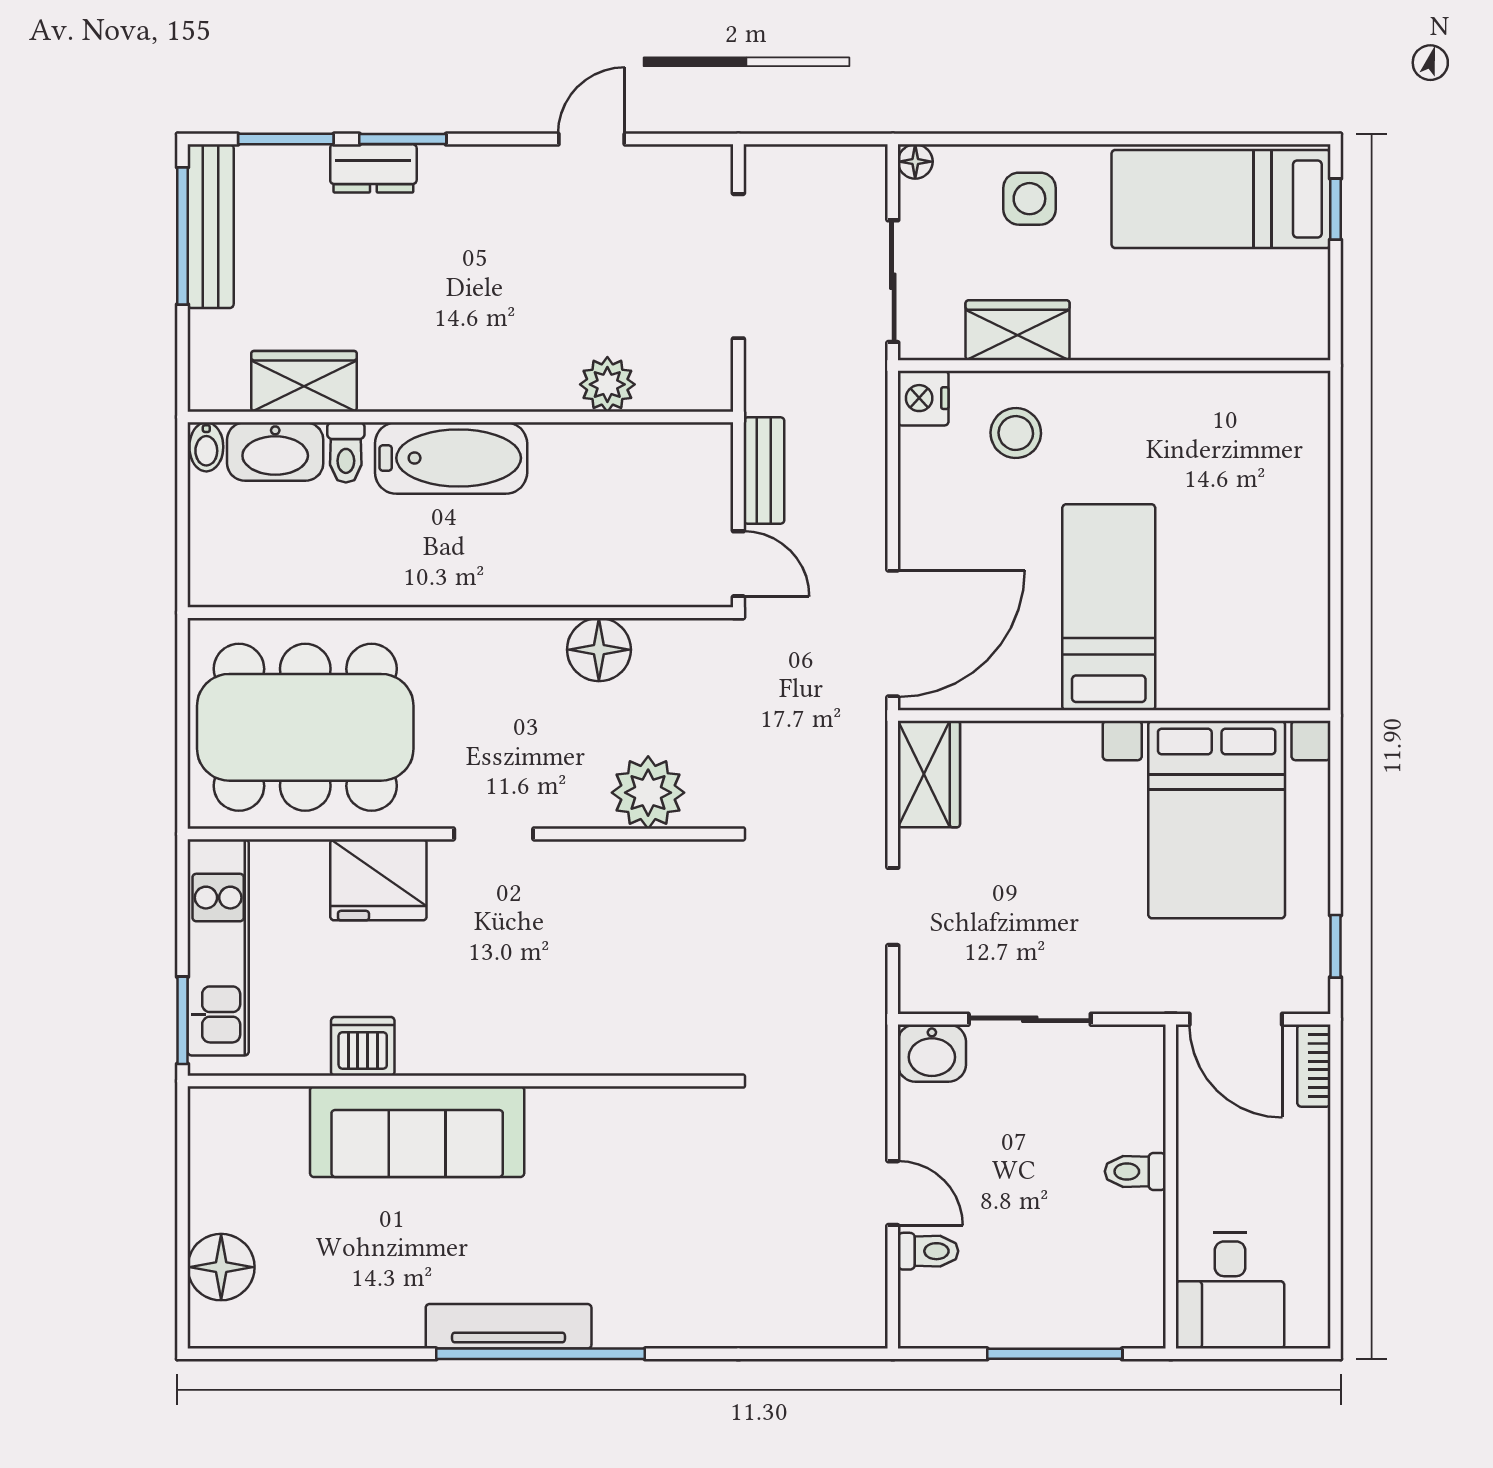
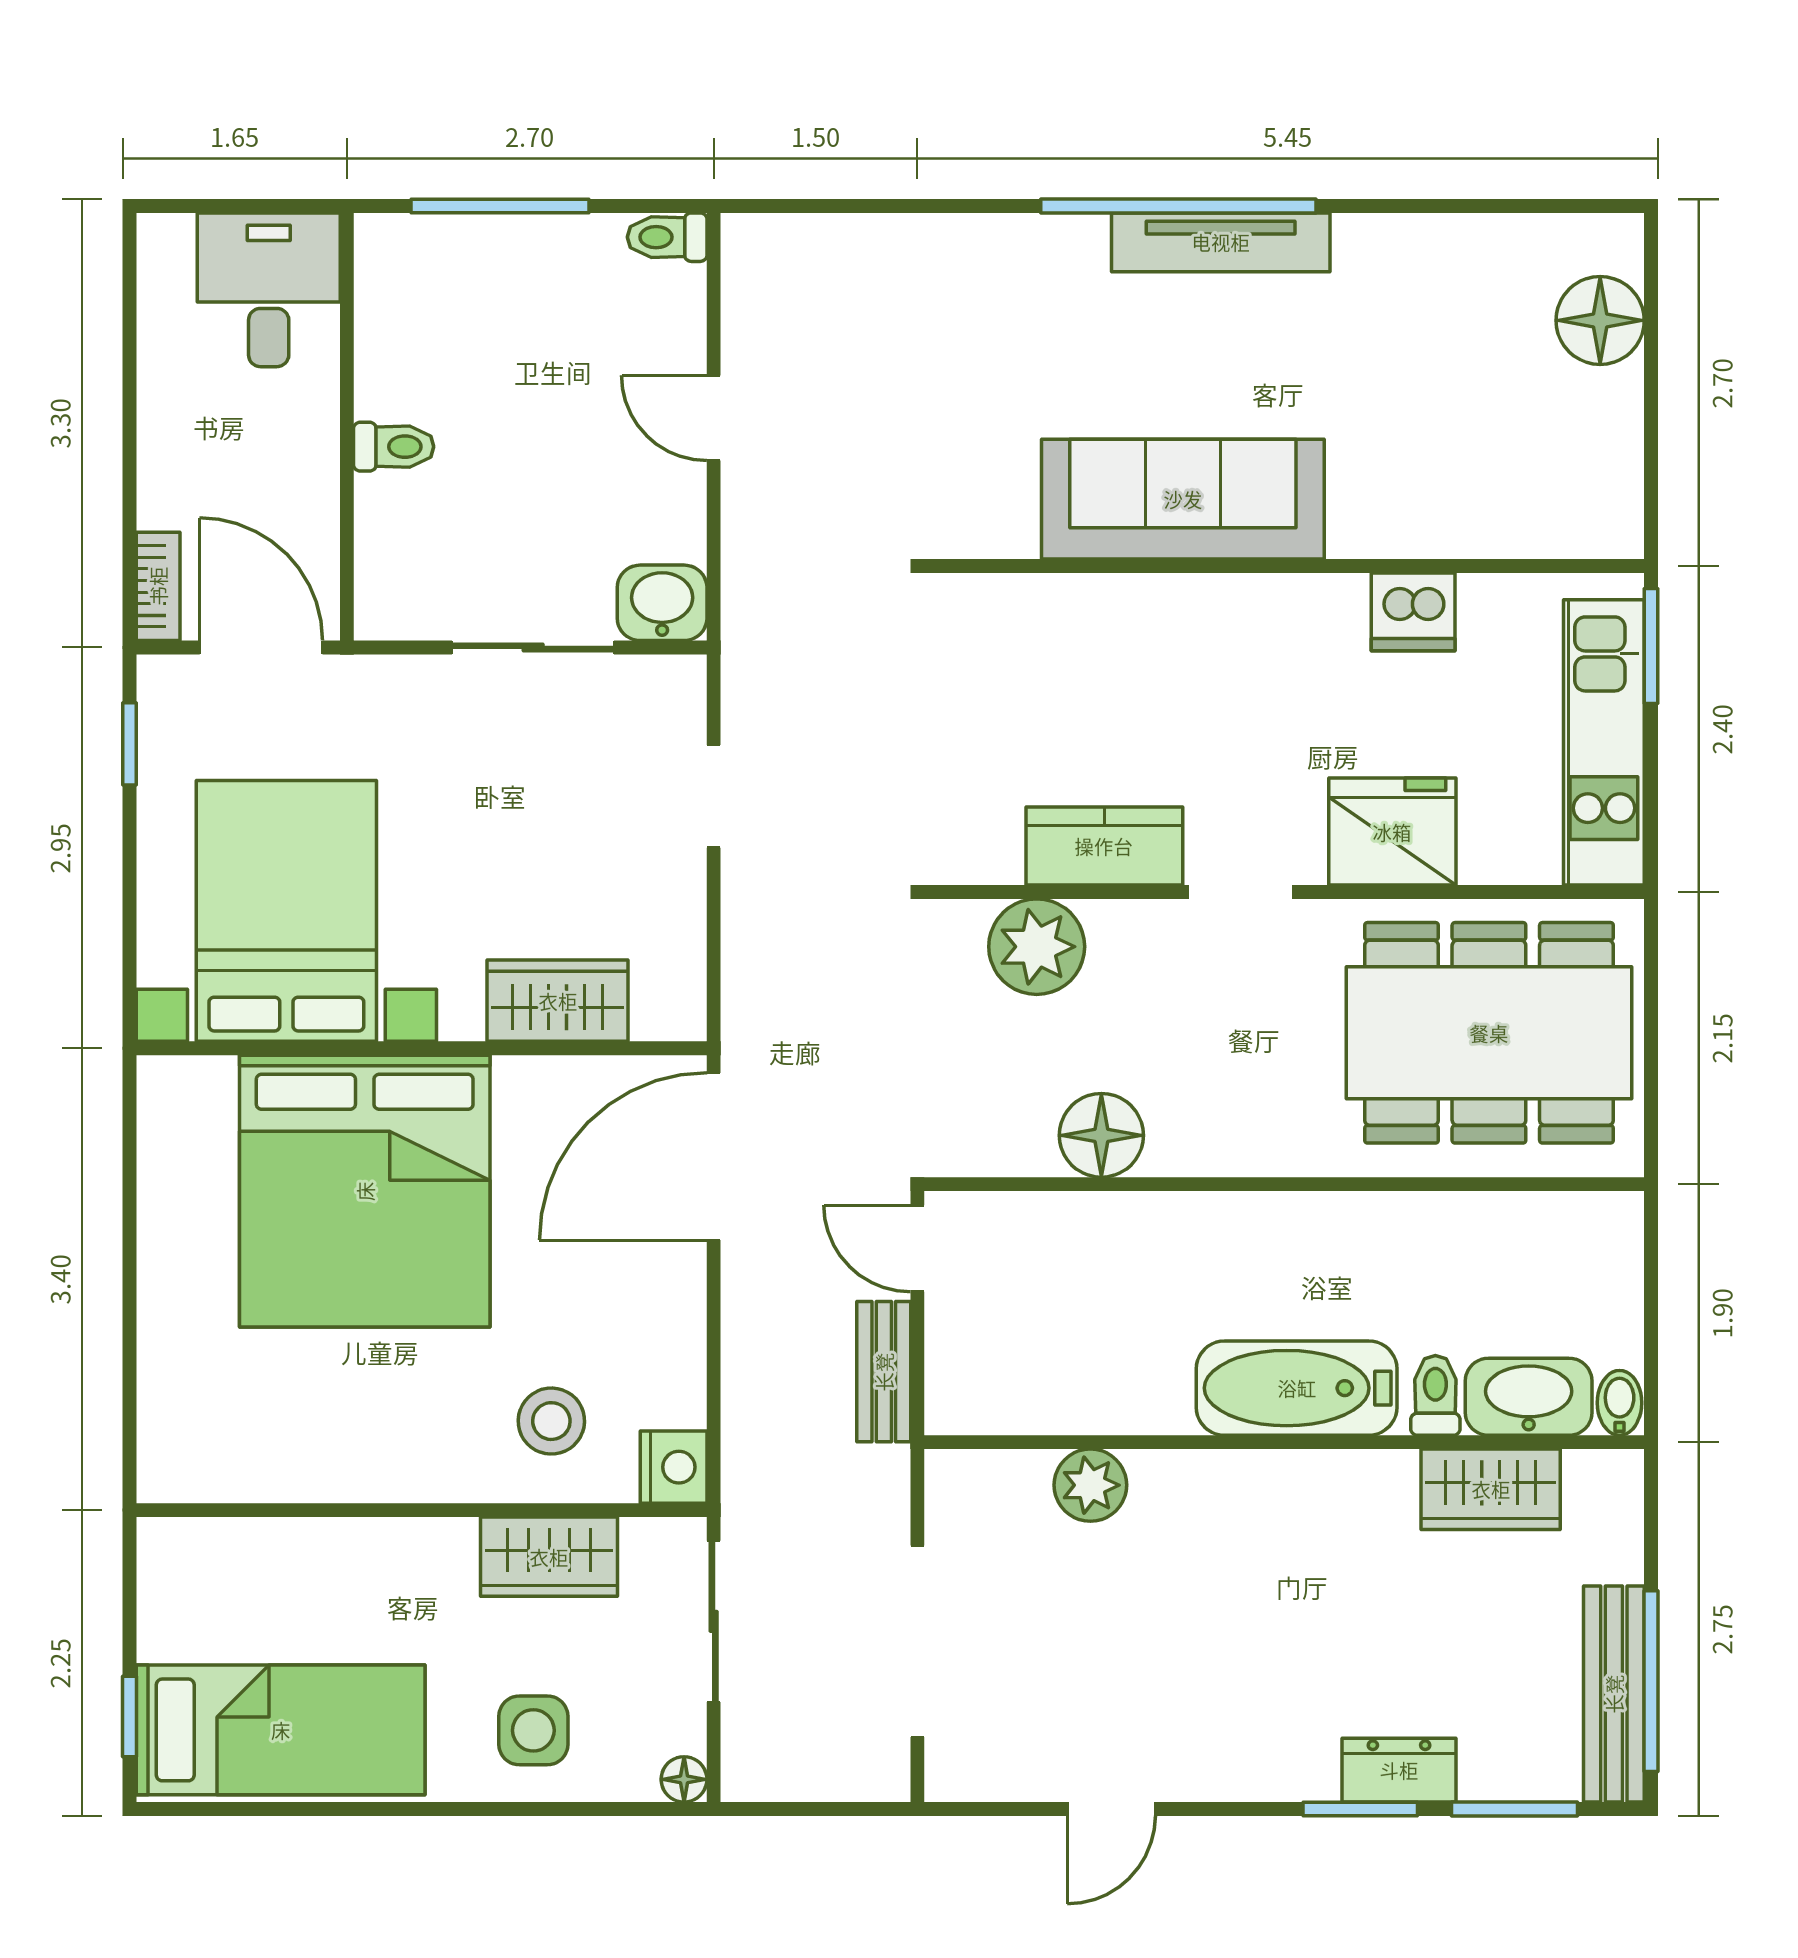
bed: (1109, 607) -> (365, 1191), width x2.04
wardrobe: (929, 774) -> (558, 1001), moved, turned 90
kitchen counter: (597, 869) -> (1104, 846), added
sofa: (417, 1132) -> (1183, 499), moved
toilet: (928, 1251) -> (667, 237), moved

